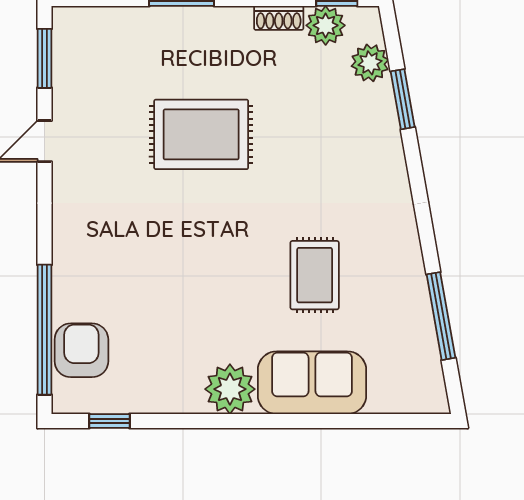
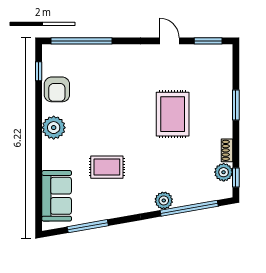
plant: (370, 63) -> (164, 200), moved
window: (403, 99) -> (189, 208), width x2.11
armchair: (81, 350) -> (57, 89), moved, turned 90
sofa: (312, 383) -> (57, 196), moved

